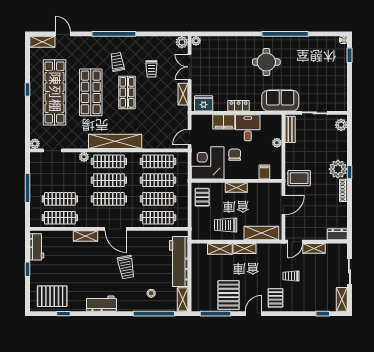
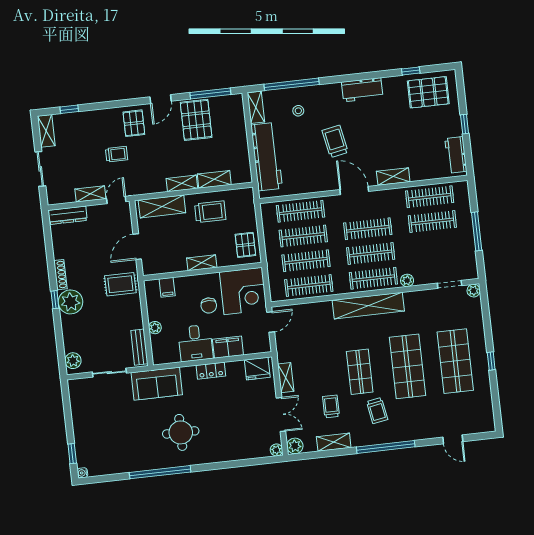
shelving: (42, 42) -> (334, 442), moved
shop shelf: (55, 92) -> (455, 361), width x0.71
dresser: (337, 234) -> (68, 215), width x1.44

